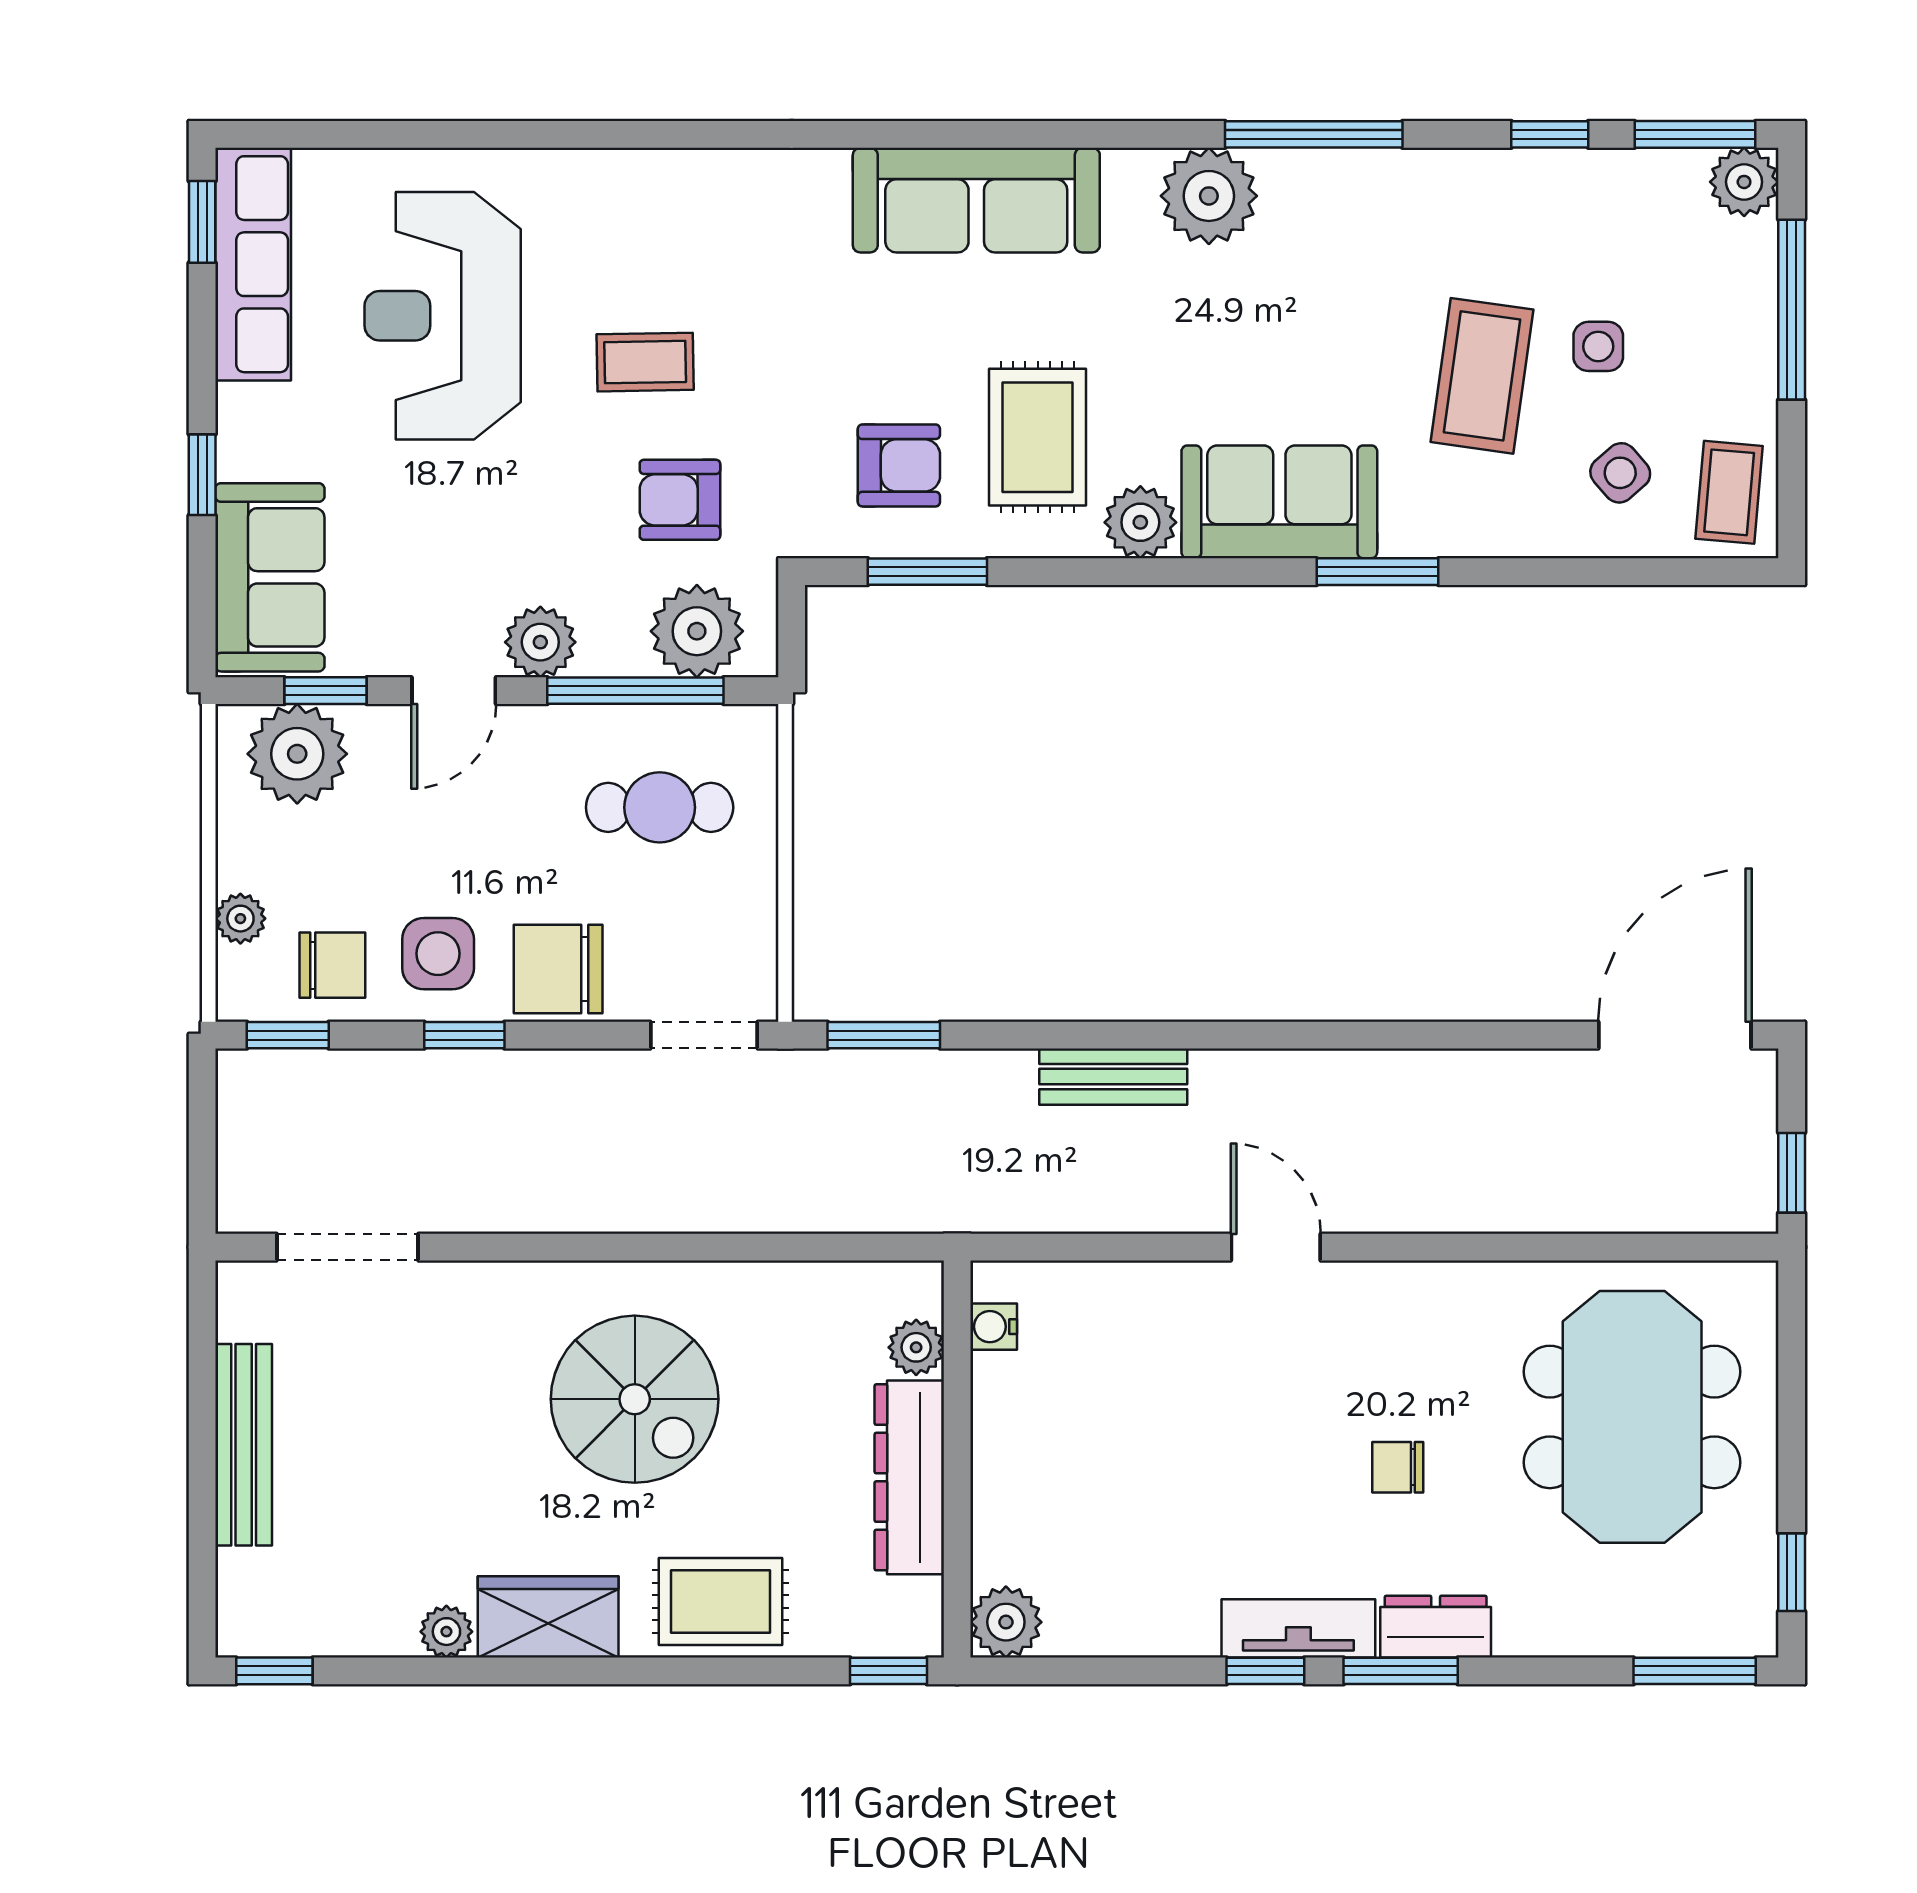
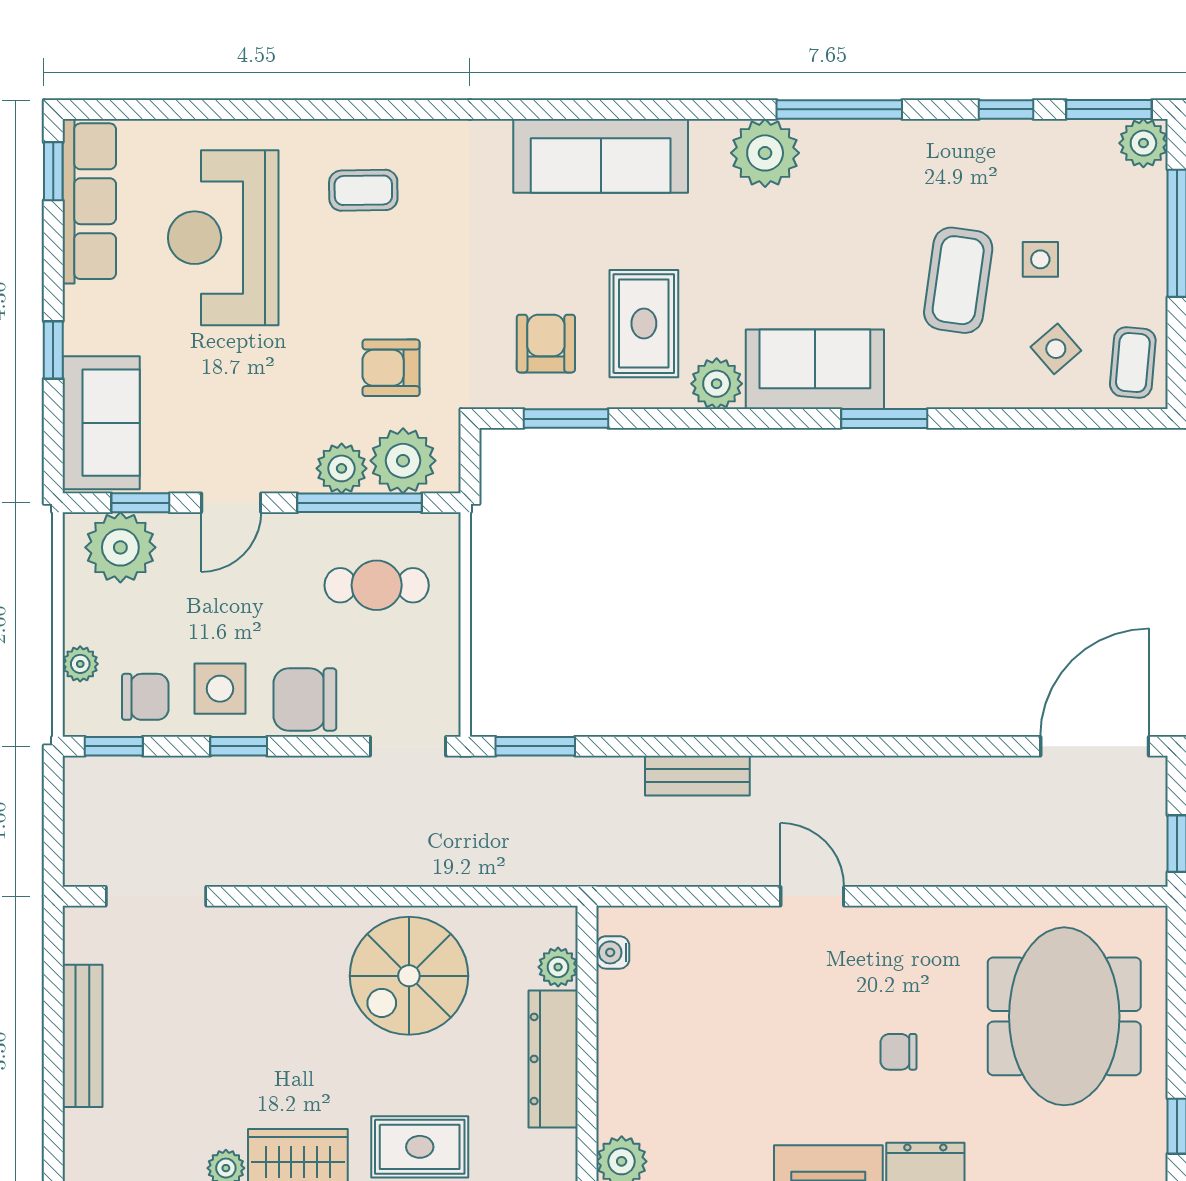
coffee table: (645, 362) -> (363, 190), moved
armchair: (899, 465) -> (546, 344), turned -90
plant: (540, 642) -> (342, 468), moved
spiral stairs: (635, 1399) -> (409, 976), moved, turned 90

